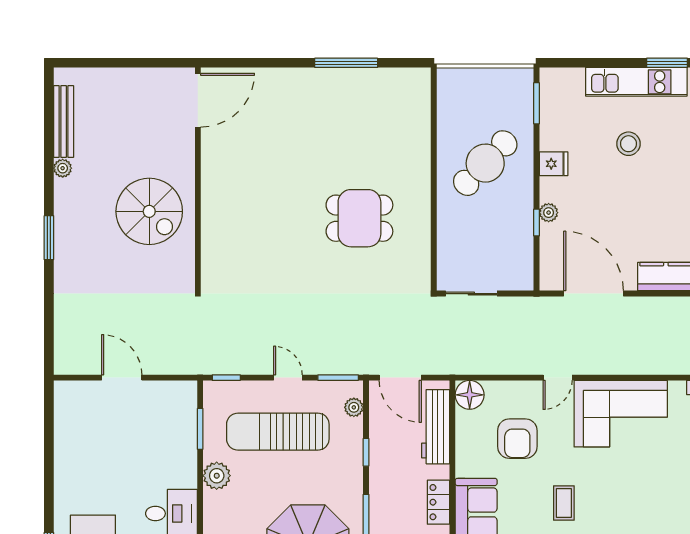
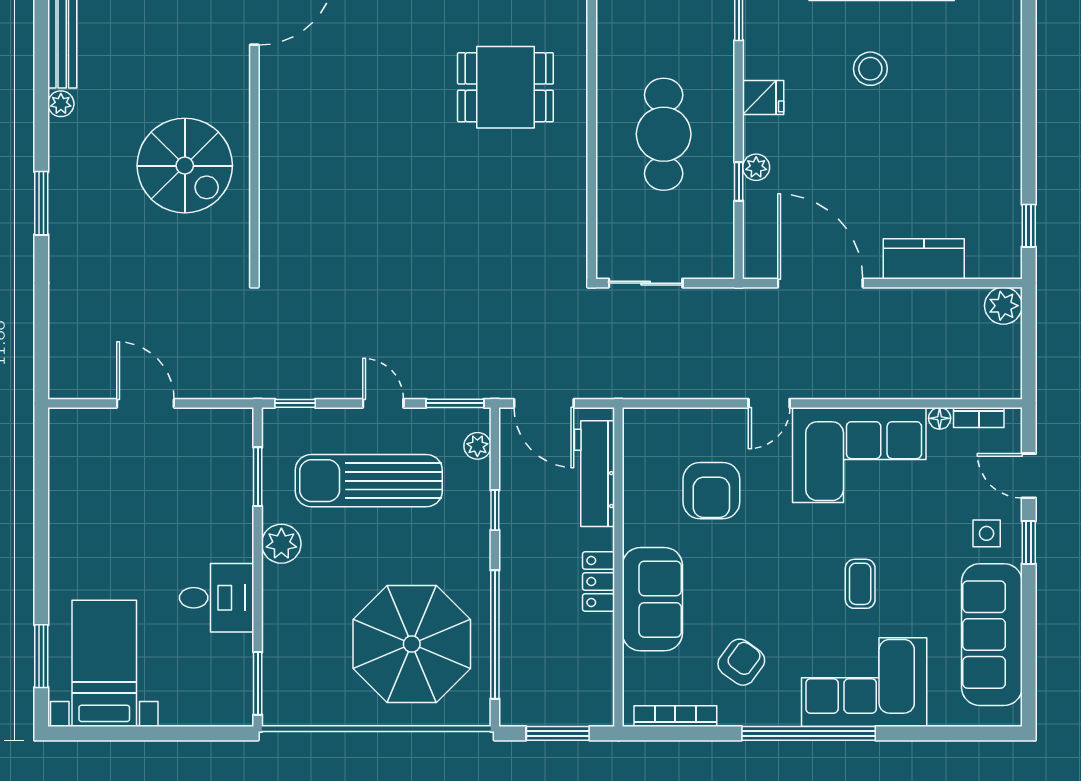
cafe table: (485, 163) -> (664, 134), moved, turned -44
dining table: (359, 218) -> (505, 87), moved
floor lamp: (470, 395) -> (940, 418), moved, width x0.53, depth x0.53
coffee table: (564, 503) -> (860, 584), moved

